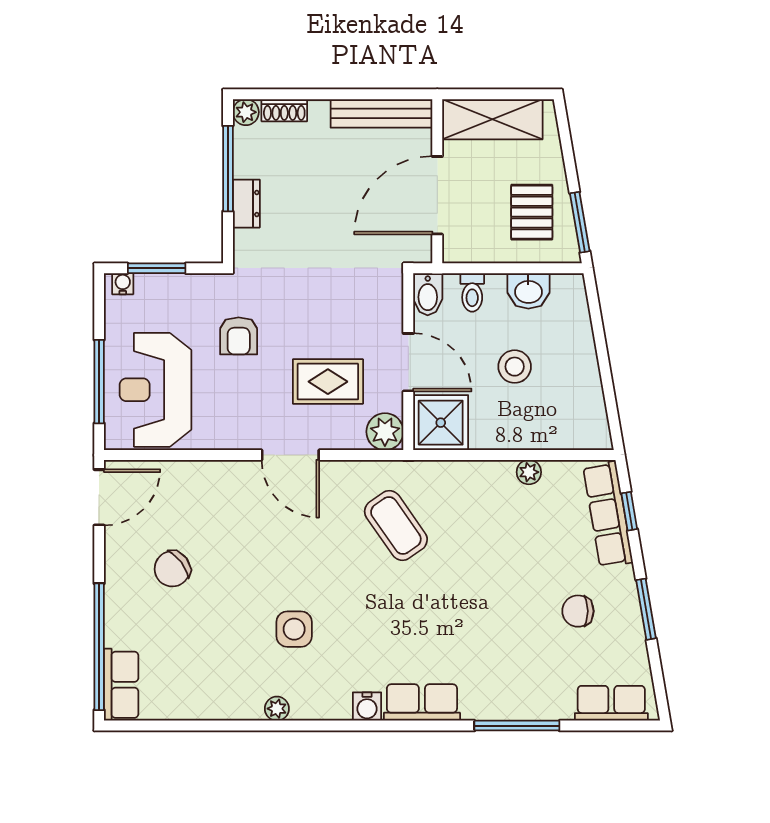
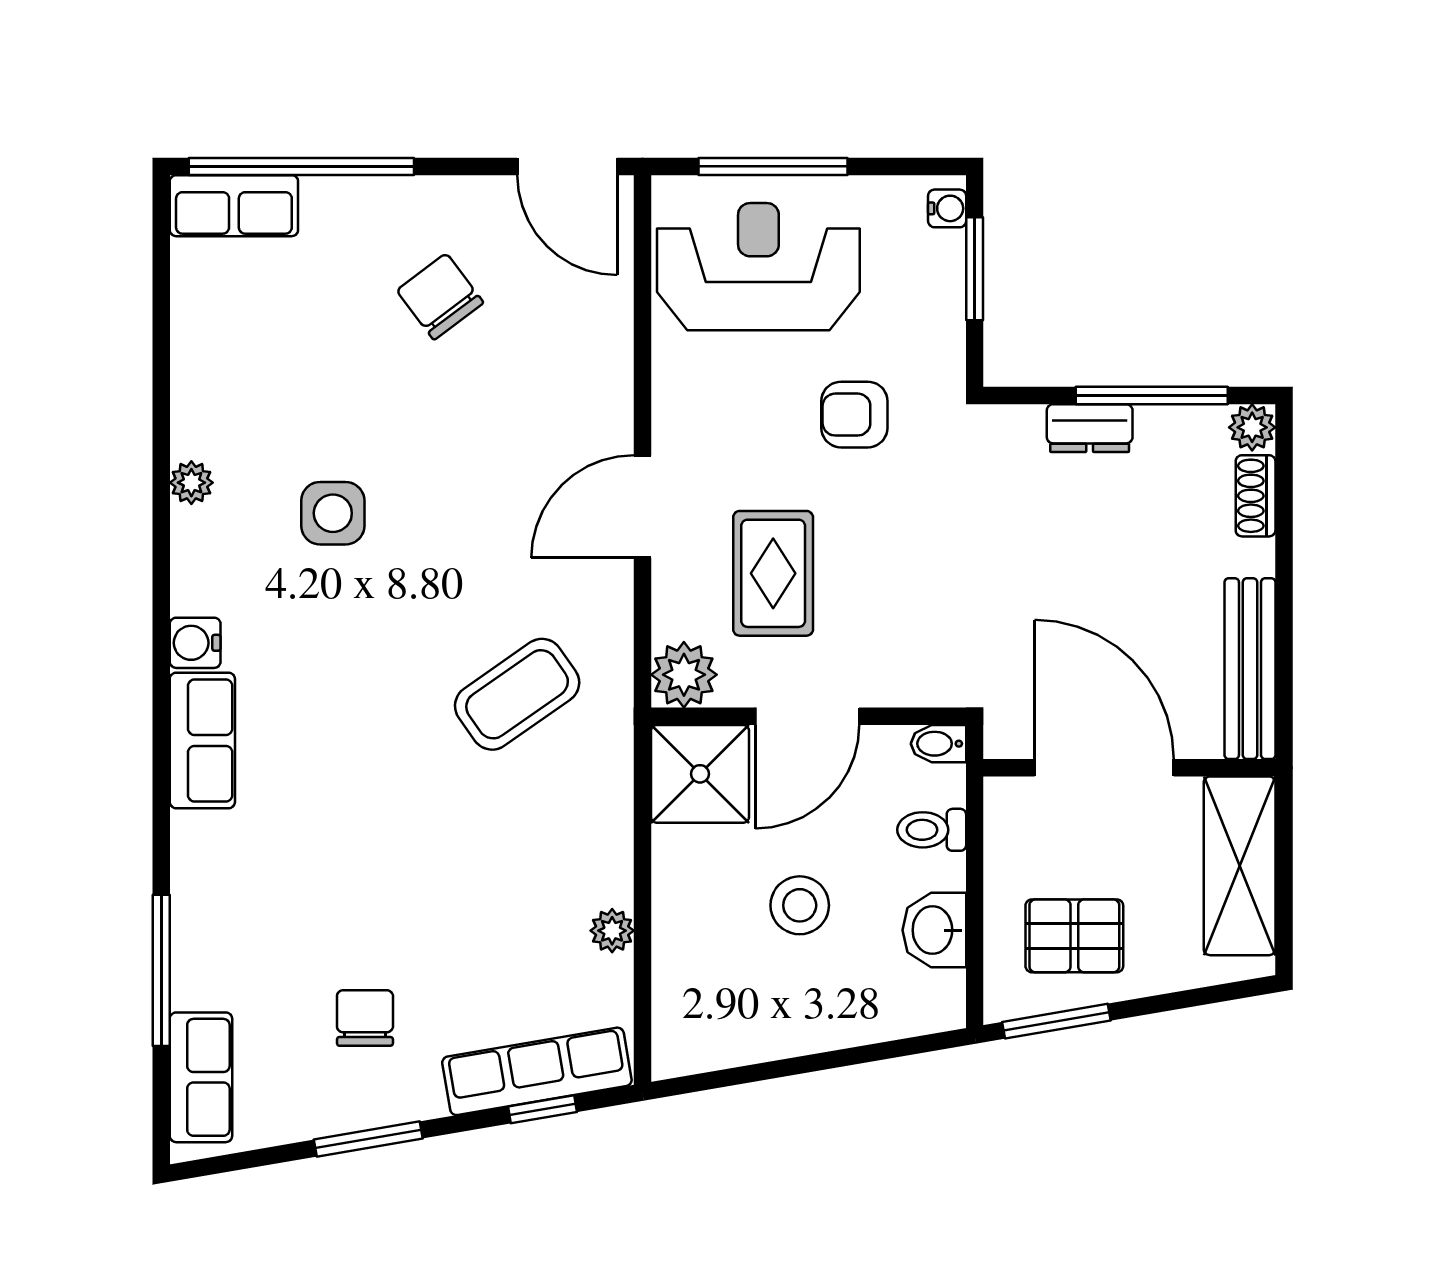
bidet: (428, 294) -> (938, 744), width x0.72, depth x0.74
window: (517, 726) -> (161, 970), moved

